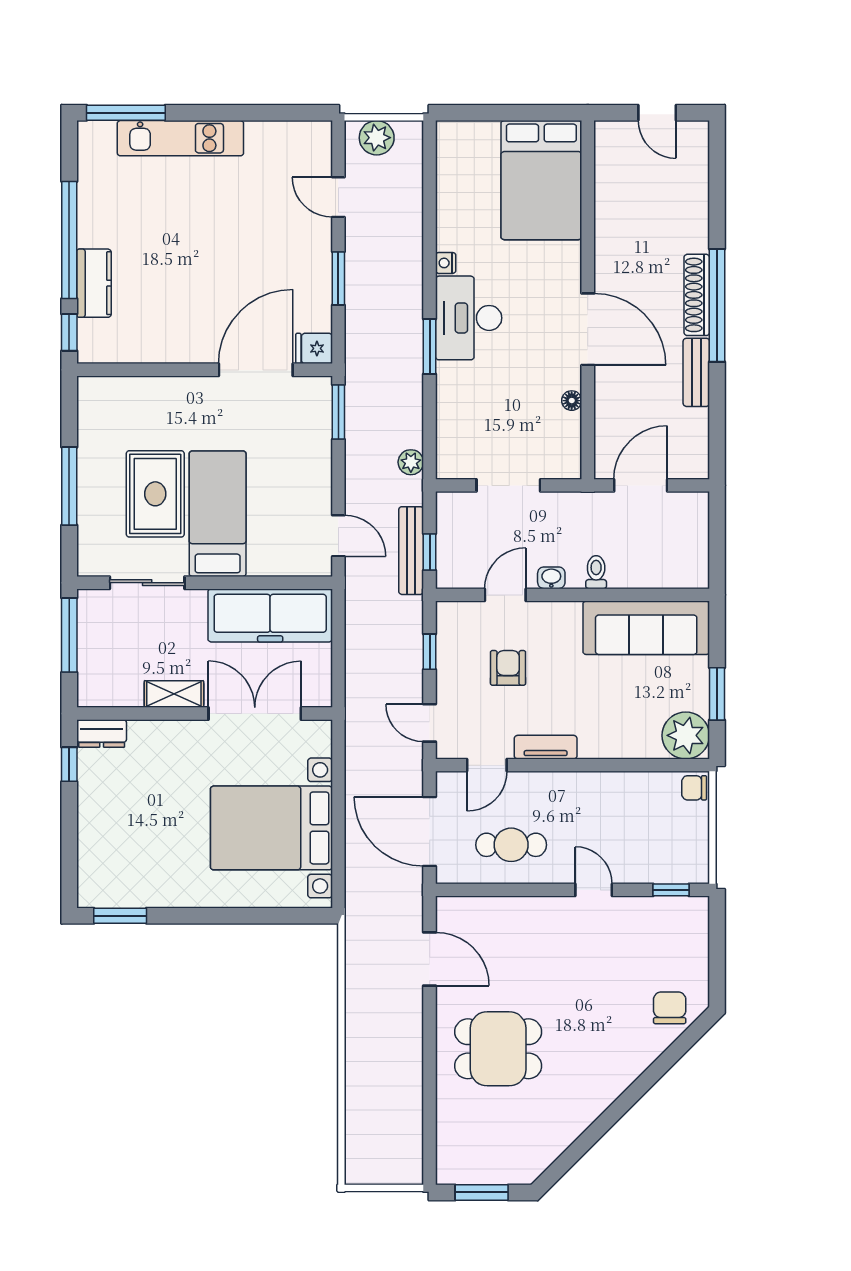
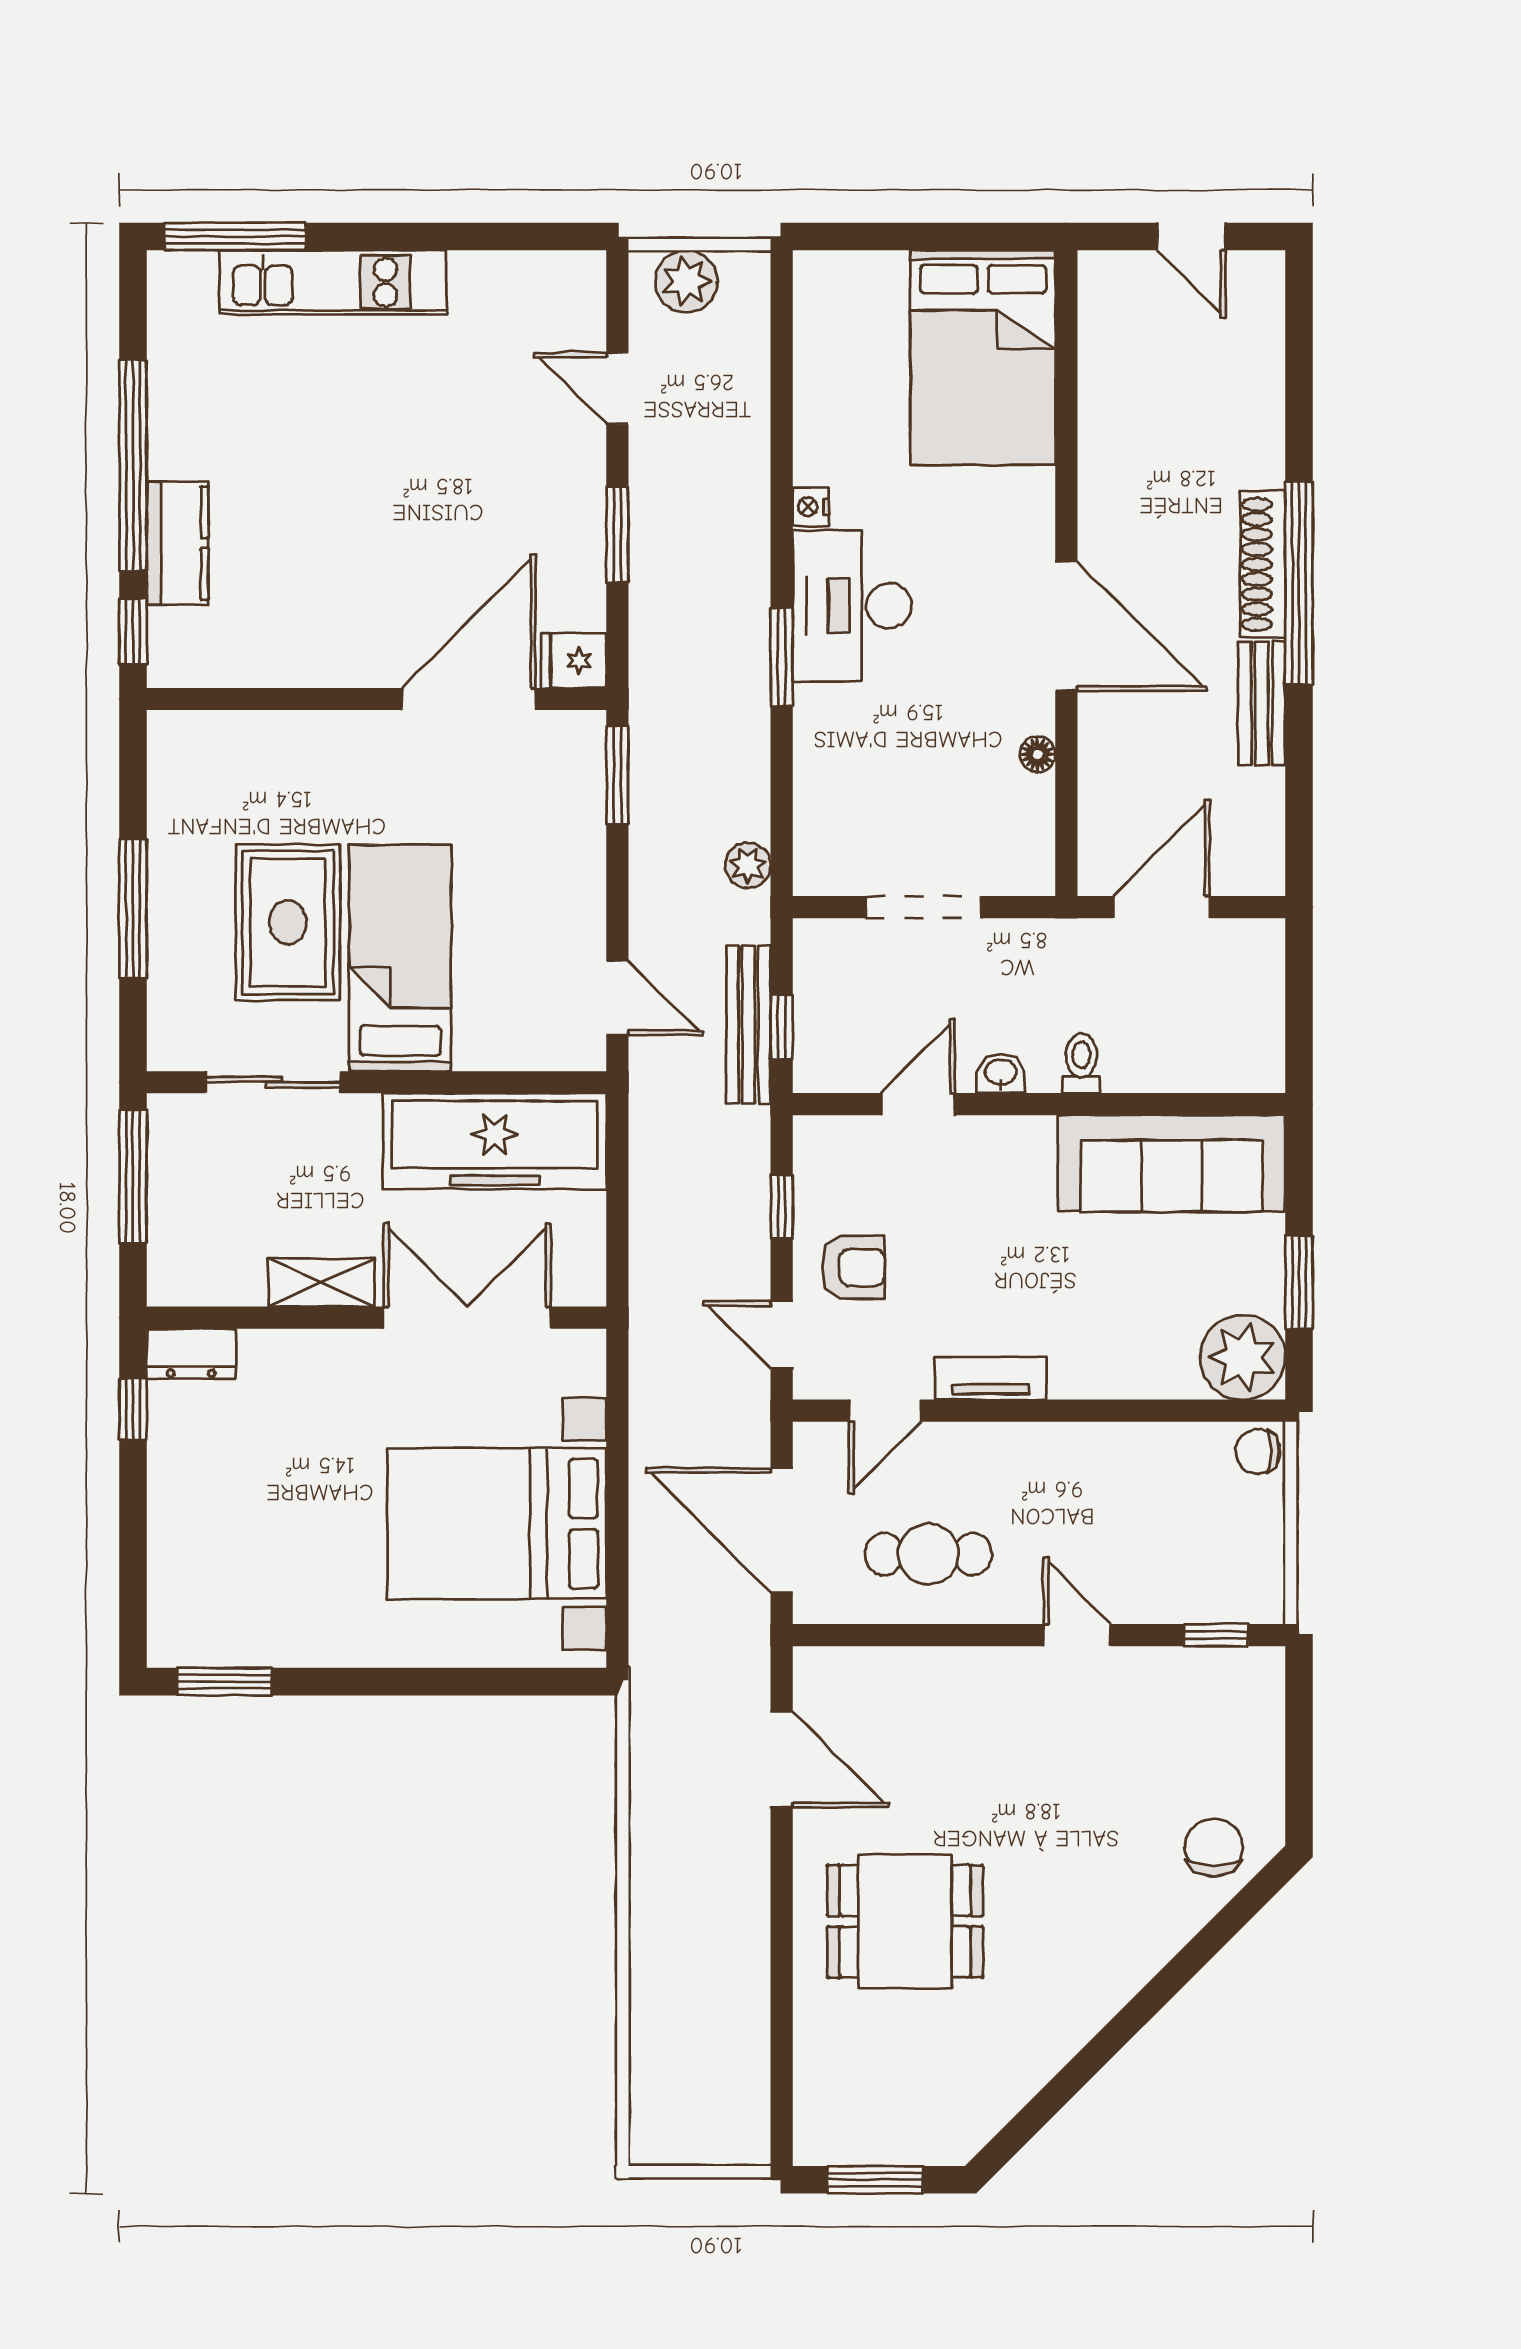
armchair: (508, 668) -> (853, 1267), moved, turned 90

